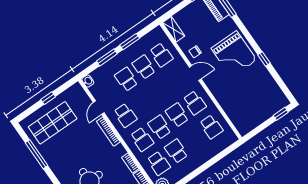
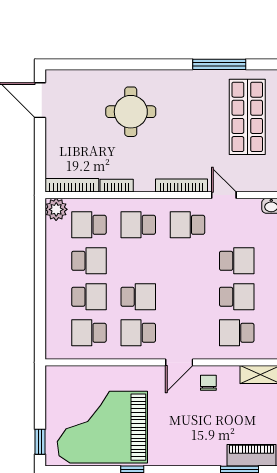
grand piano: (234, 54) -> (102, 427), moved, width x1.37, depth x1.48
school desk: (160, 127) -> (89, 297), moved

